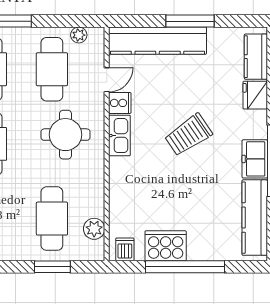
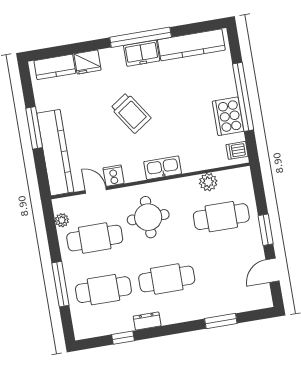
kitchen sink: (119, 136) -> (163, 168), moved
plant: (94, 229) -> (208, 182), moved
window: (52, 267) -> (266, 230), moved

